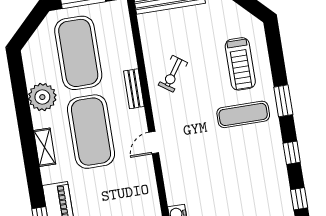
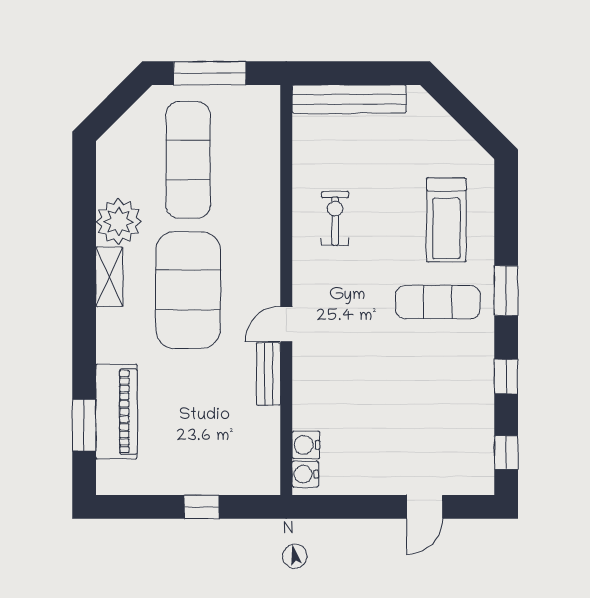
exercise mat: (78, 53) -> (188, 160), width x0.68
exercise bike: (173, 74) -> (335, 218), turned 145
bench: (134, 89) -> (268, 374), moved
shelving: (45, 147) -> (109, 277), moved

